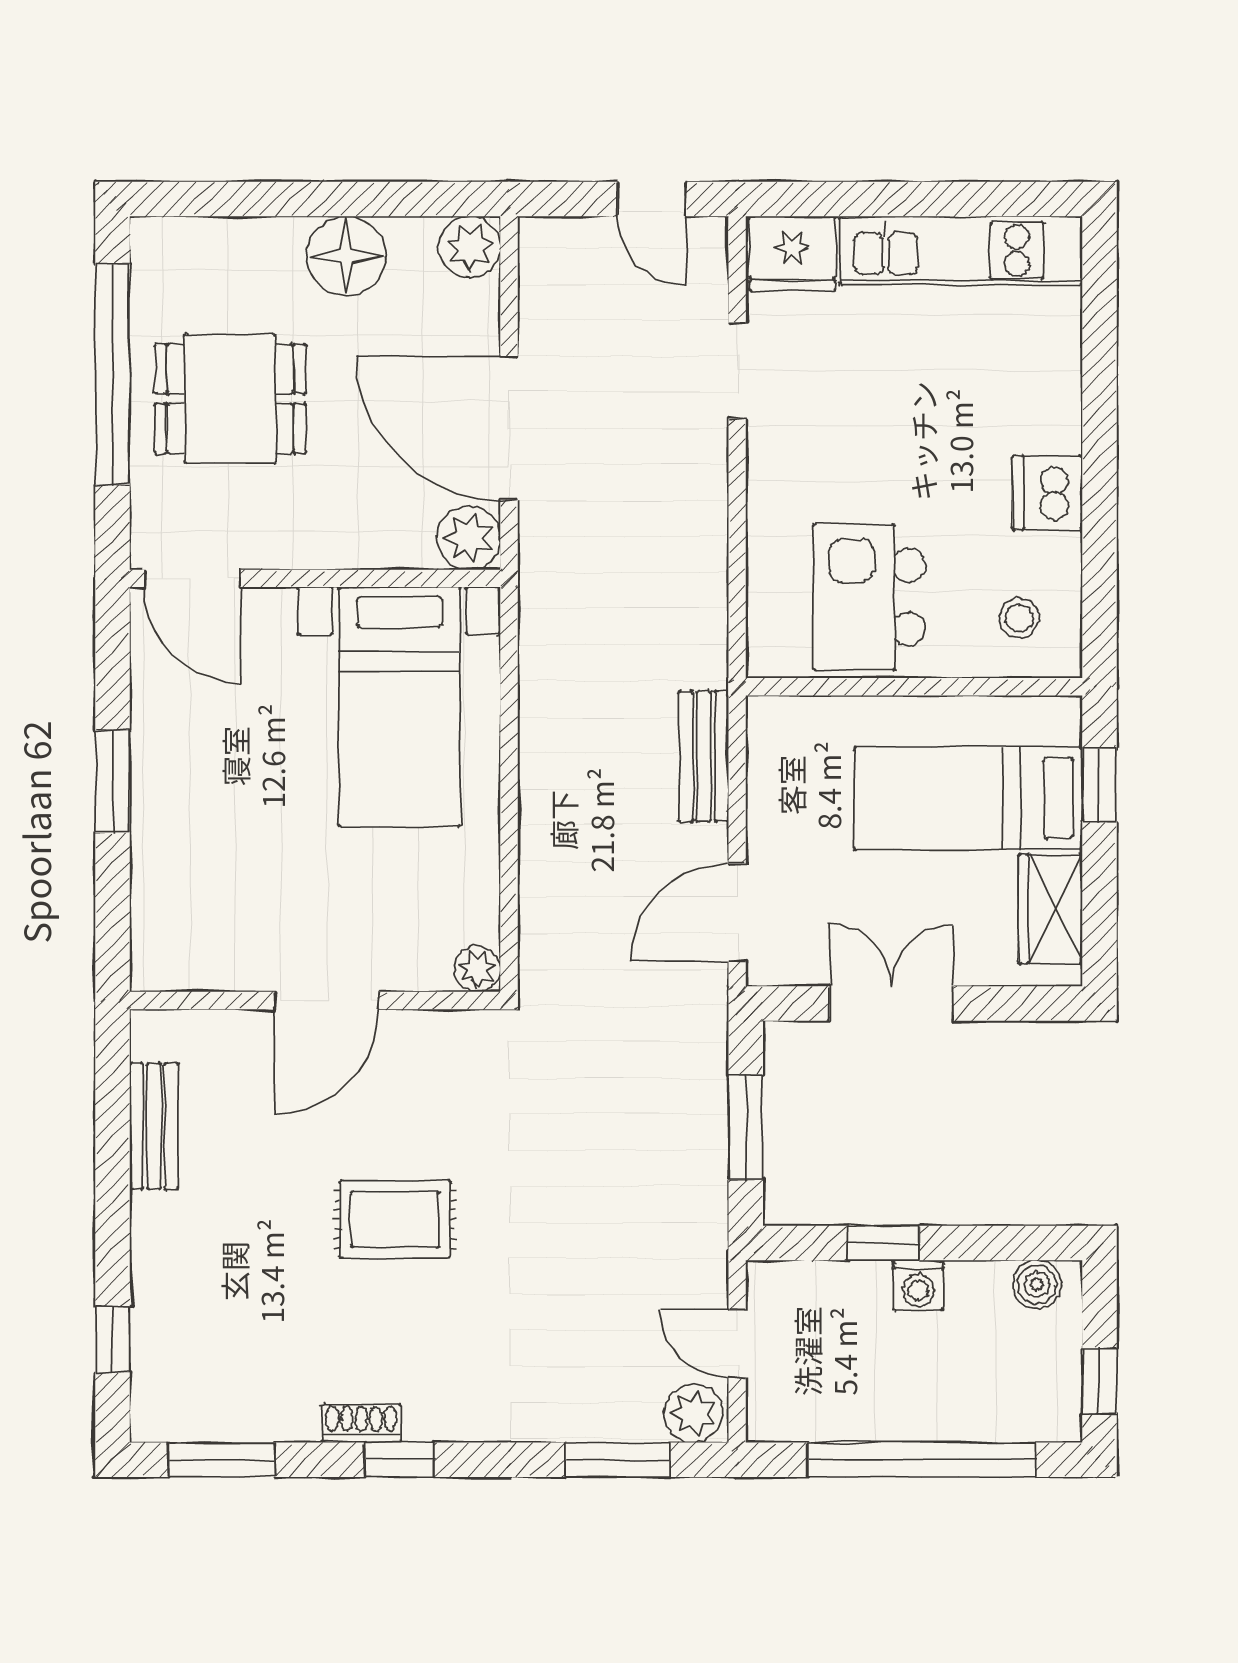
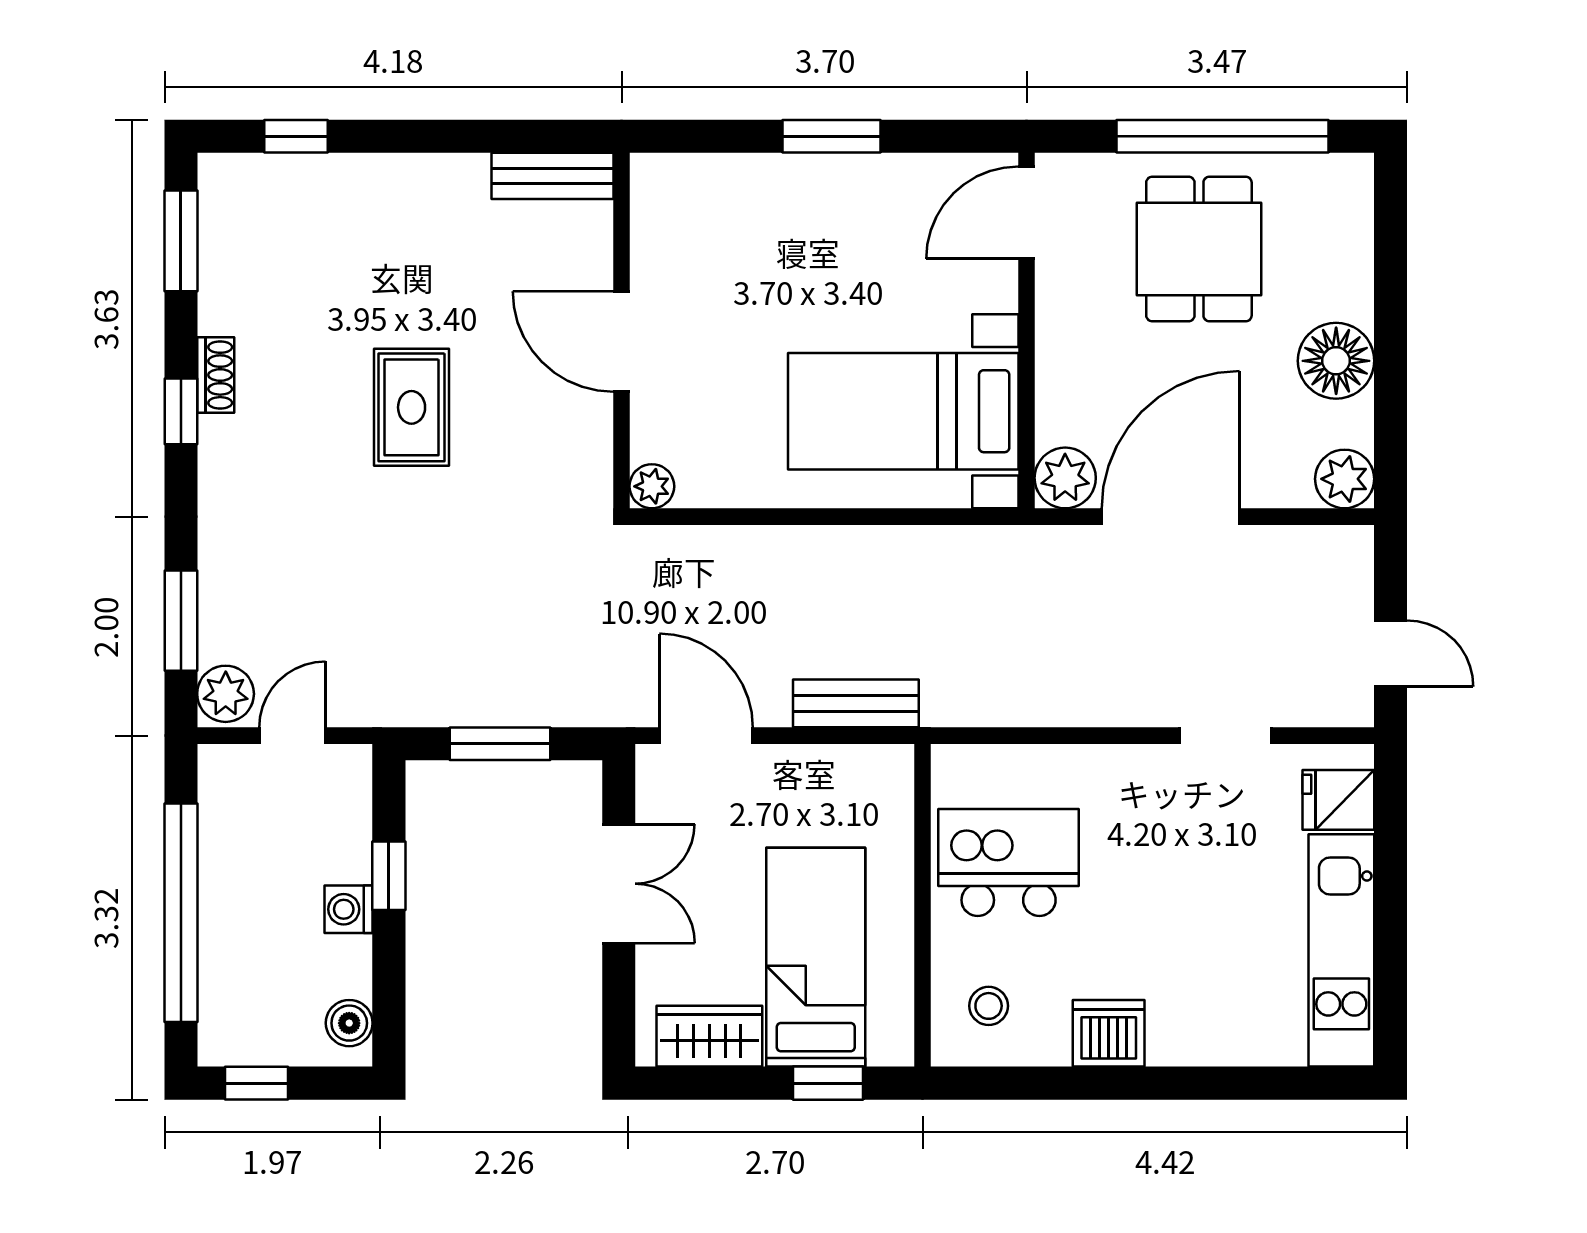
door: (652, 199) -> (1390, 653), swing flipped
fridge: (792, 253) -> (1338, 800), width x0.72
bench: (154, 1126) -> (552, 176), moved

